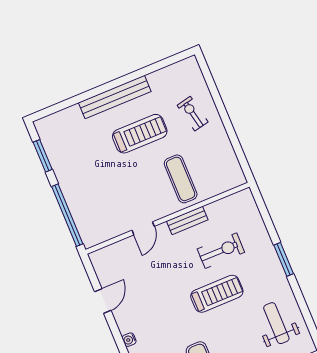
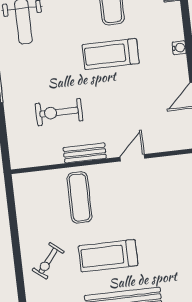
exercise bike: (193, 114) -> (48, 261), turned 51
treadmill: (217, 294) -> (111, 54), moved

